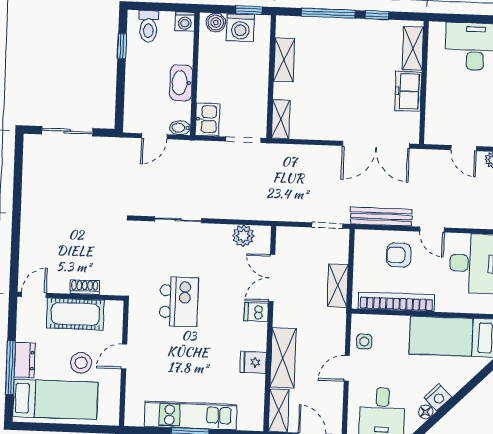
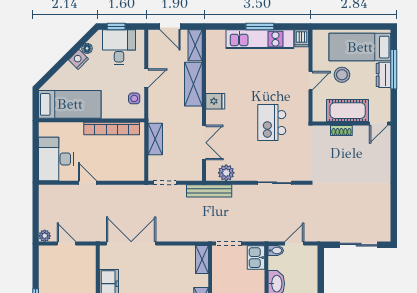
bench: (381, 217) -> (209, 191), moved
armchair: (399, 255) -> (111, 163), removed
dishwasher: (256, 312) -> (302, 38), moved, turned 90
fridge: (253, 362) -> (215, 101), moved

